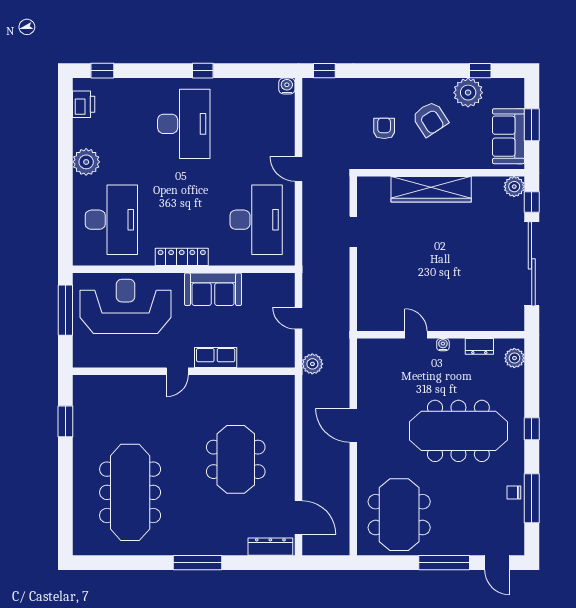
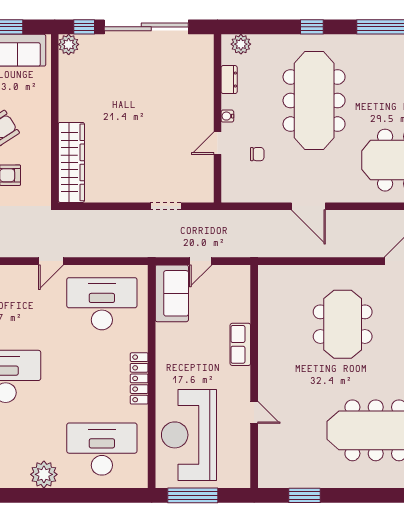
wardrobe: (431, 189) -> (71, 162), moved
doorway: (353, 232) -> (166, 206), moved
sofa: (213, 289) -> (172, 293), moved
plant: (312, 364) -> (247, 247), removed
door: (177, 371) -> (254, 412), moved
door: (353, 425) -> (308, 206), hinge flipped
meeting table: (236, 459) -> (343, 324), turned 90
chair: (514, 493) -> (257, 154), moved, turned -90

